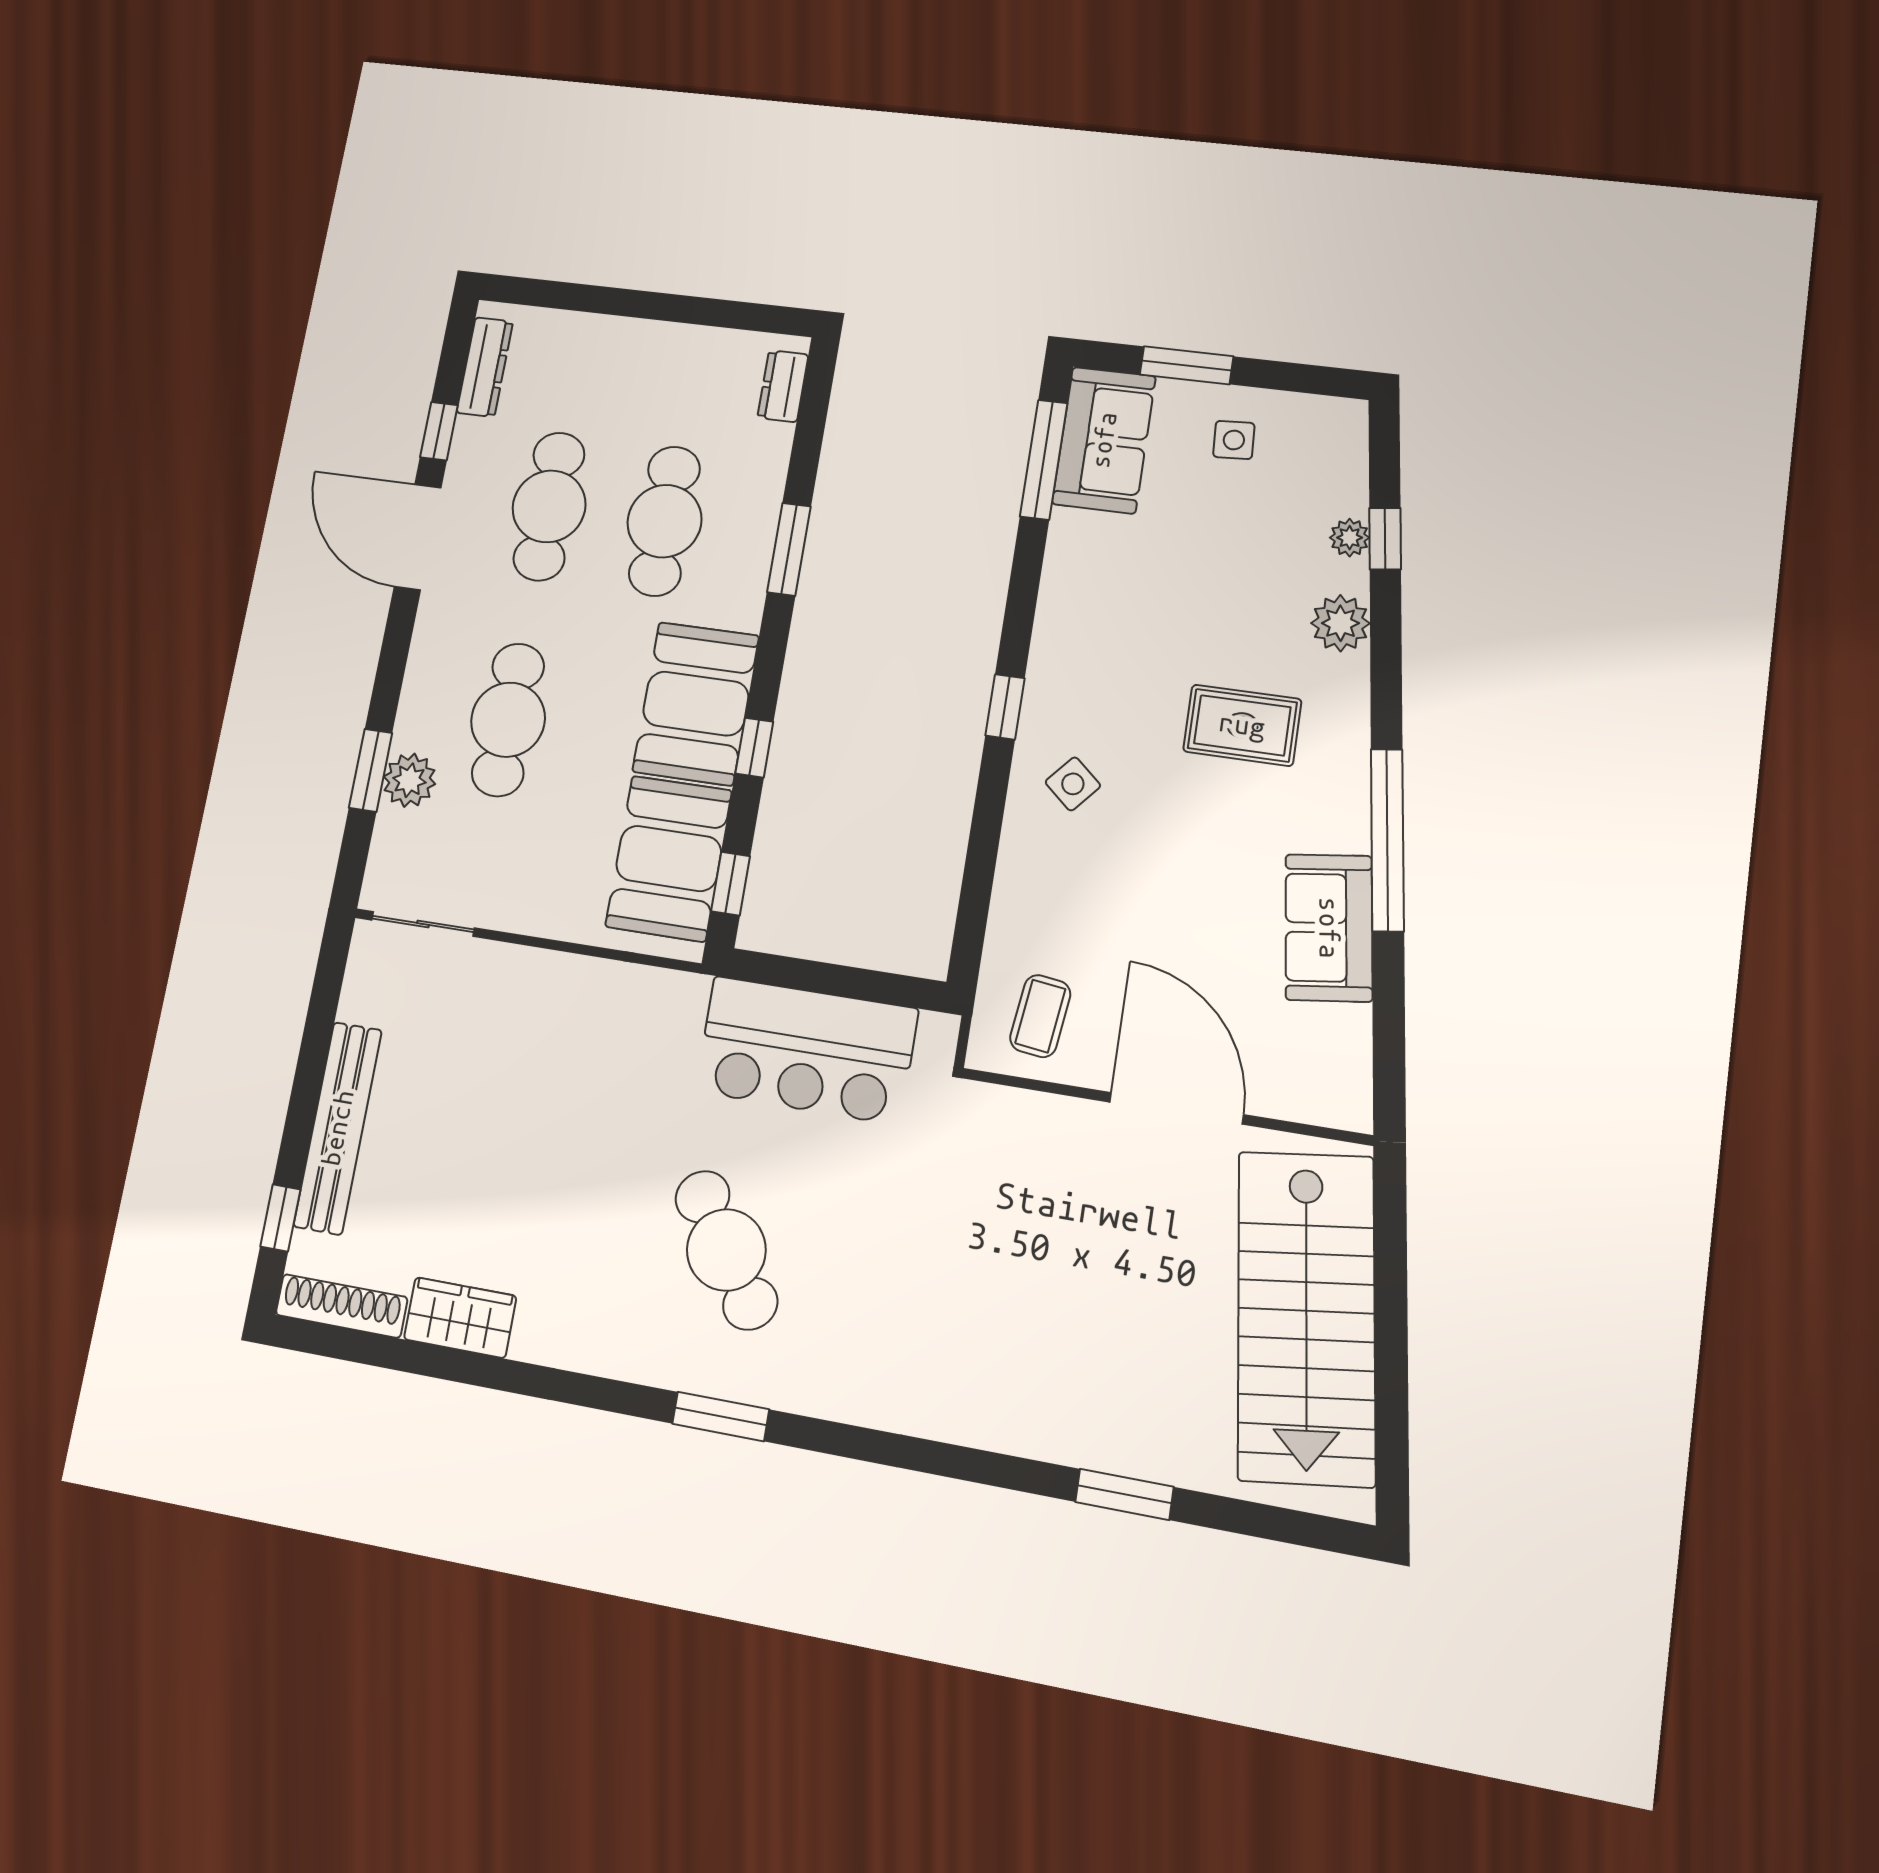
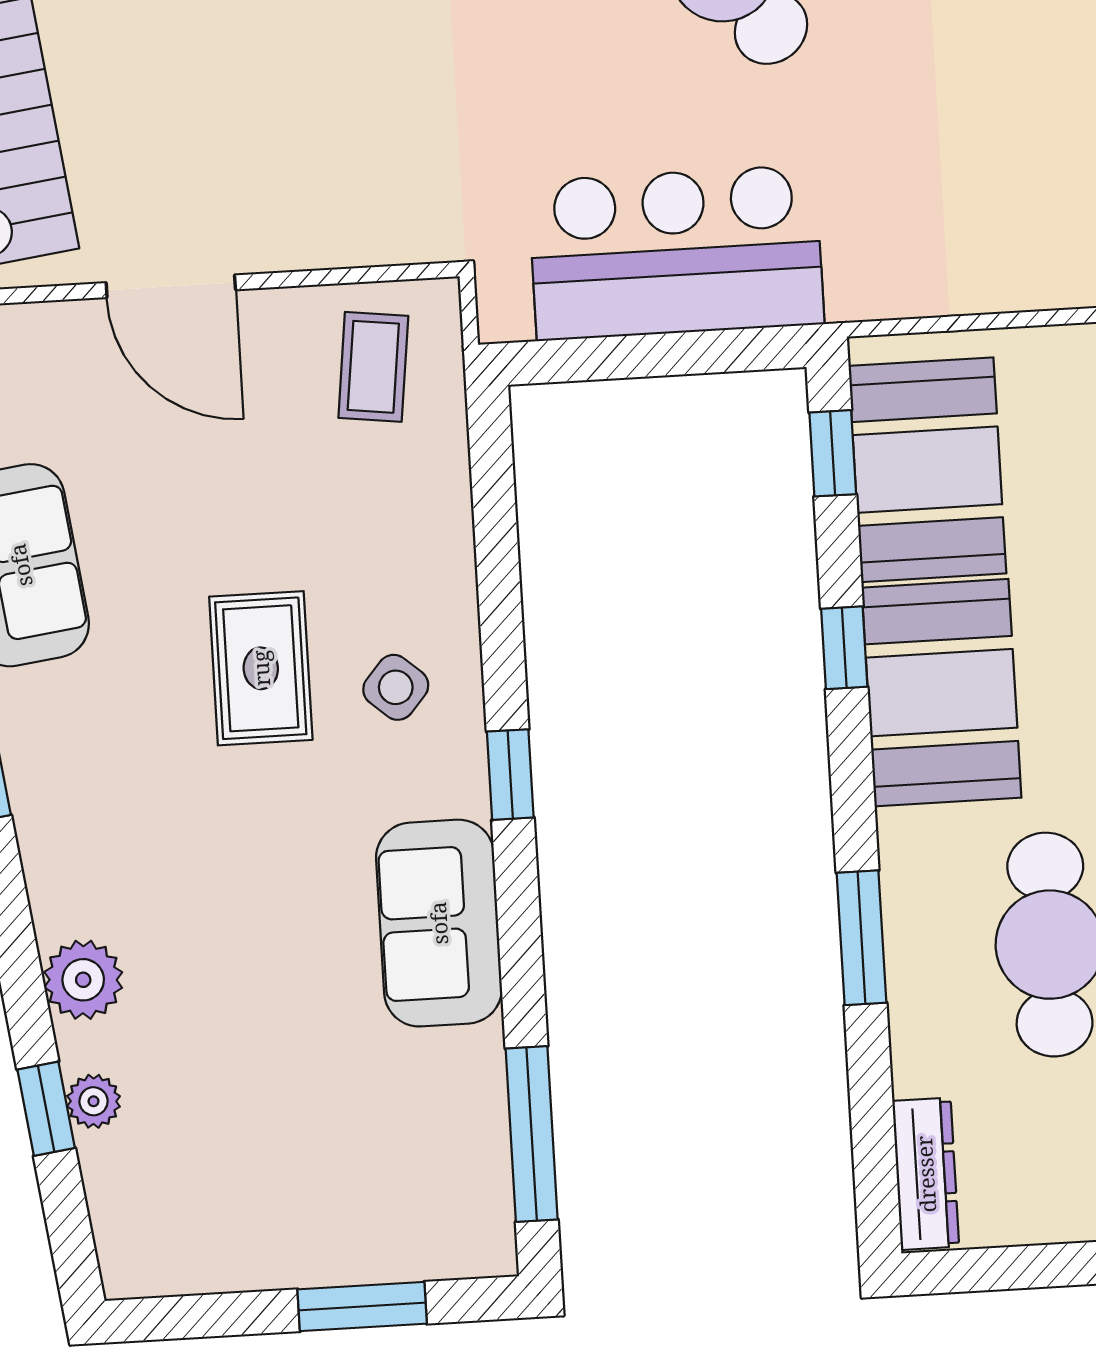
dresser: (783, 386) -> (926, 1174), width x1.44
sofa: (1104, 440) -> (439, 923), moved
side table: (1234, 440) -> (276, 1211), removed
rug: (1242, 725) -> (261, 668), moved, turned 90
door: (1176, 1108) -> (171, 286), width x0.73

